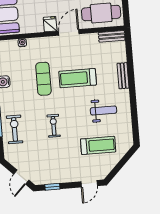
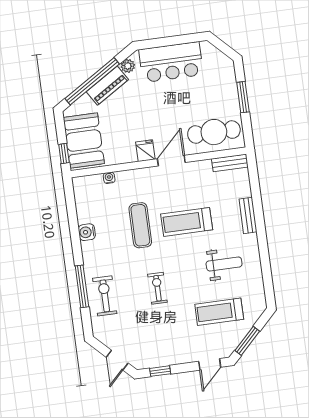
treadmill: (98, 145) -> (219, 312), turned 180
window: (118, 168) -> (247, 341), added

